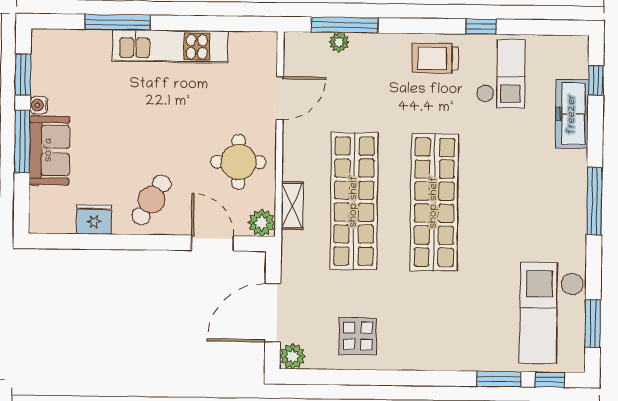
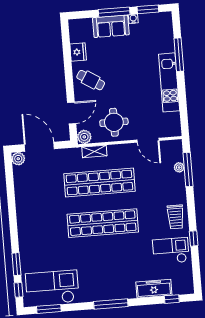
trolley: (435, 58) -> (176, 217), turned 180
checkout: (501, 74) -> (171, 251), turned 180
display table: (358, 336) -> (32, 191), removed

